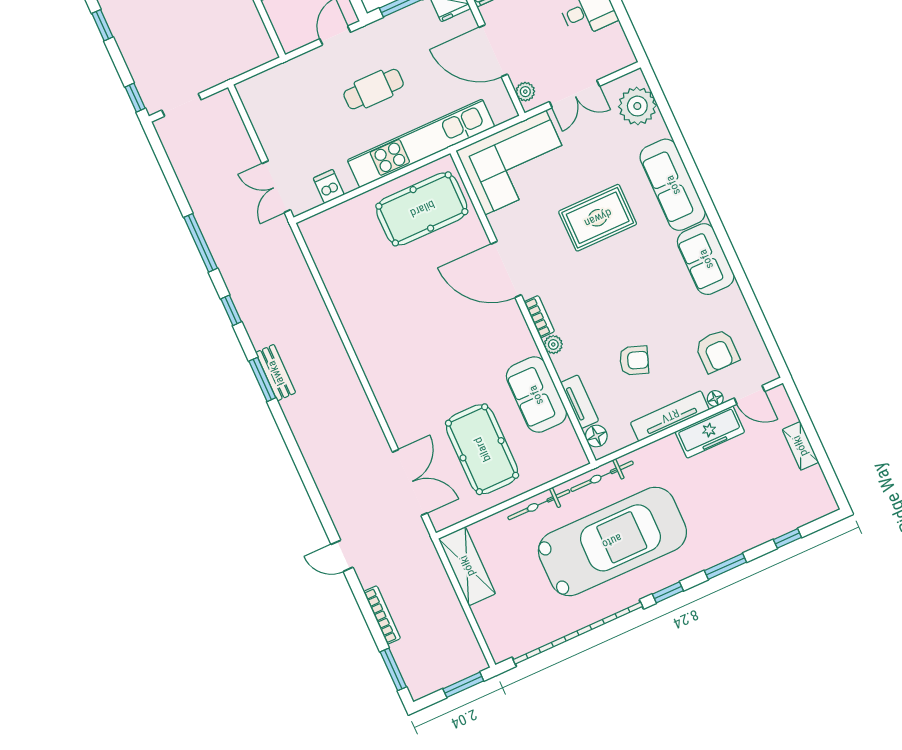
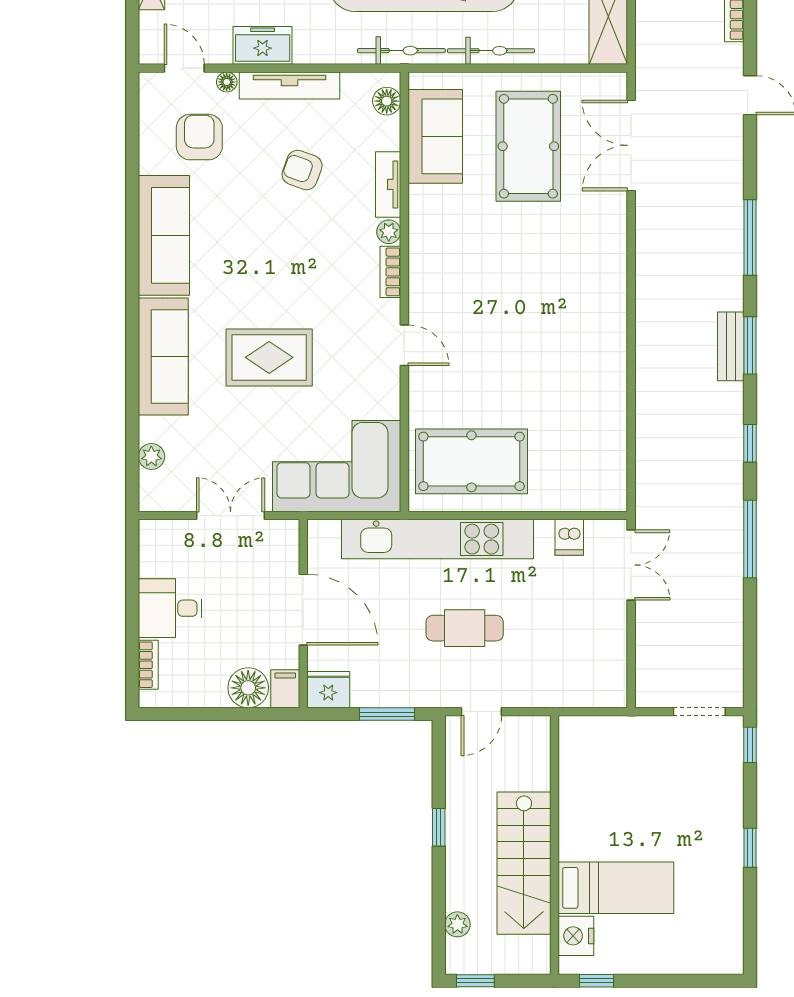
plant: (525, 92) -> (287, 544), removed
plant: (637, 106) -> (151, 456), width x0.53, depth x0.53
sofa: (706, 259) -> (164, 235), width x1.36
door: (506, 269) -> (404, 345), width x0.53
sofa: (536, 395) -> (435, 136), moved
tv unit: (580, 402) -> (388, 184), moved
freezer: (710, 432) -> (263, 45), width x0.71
window: (297, 455) -> (750, 237), added

